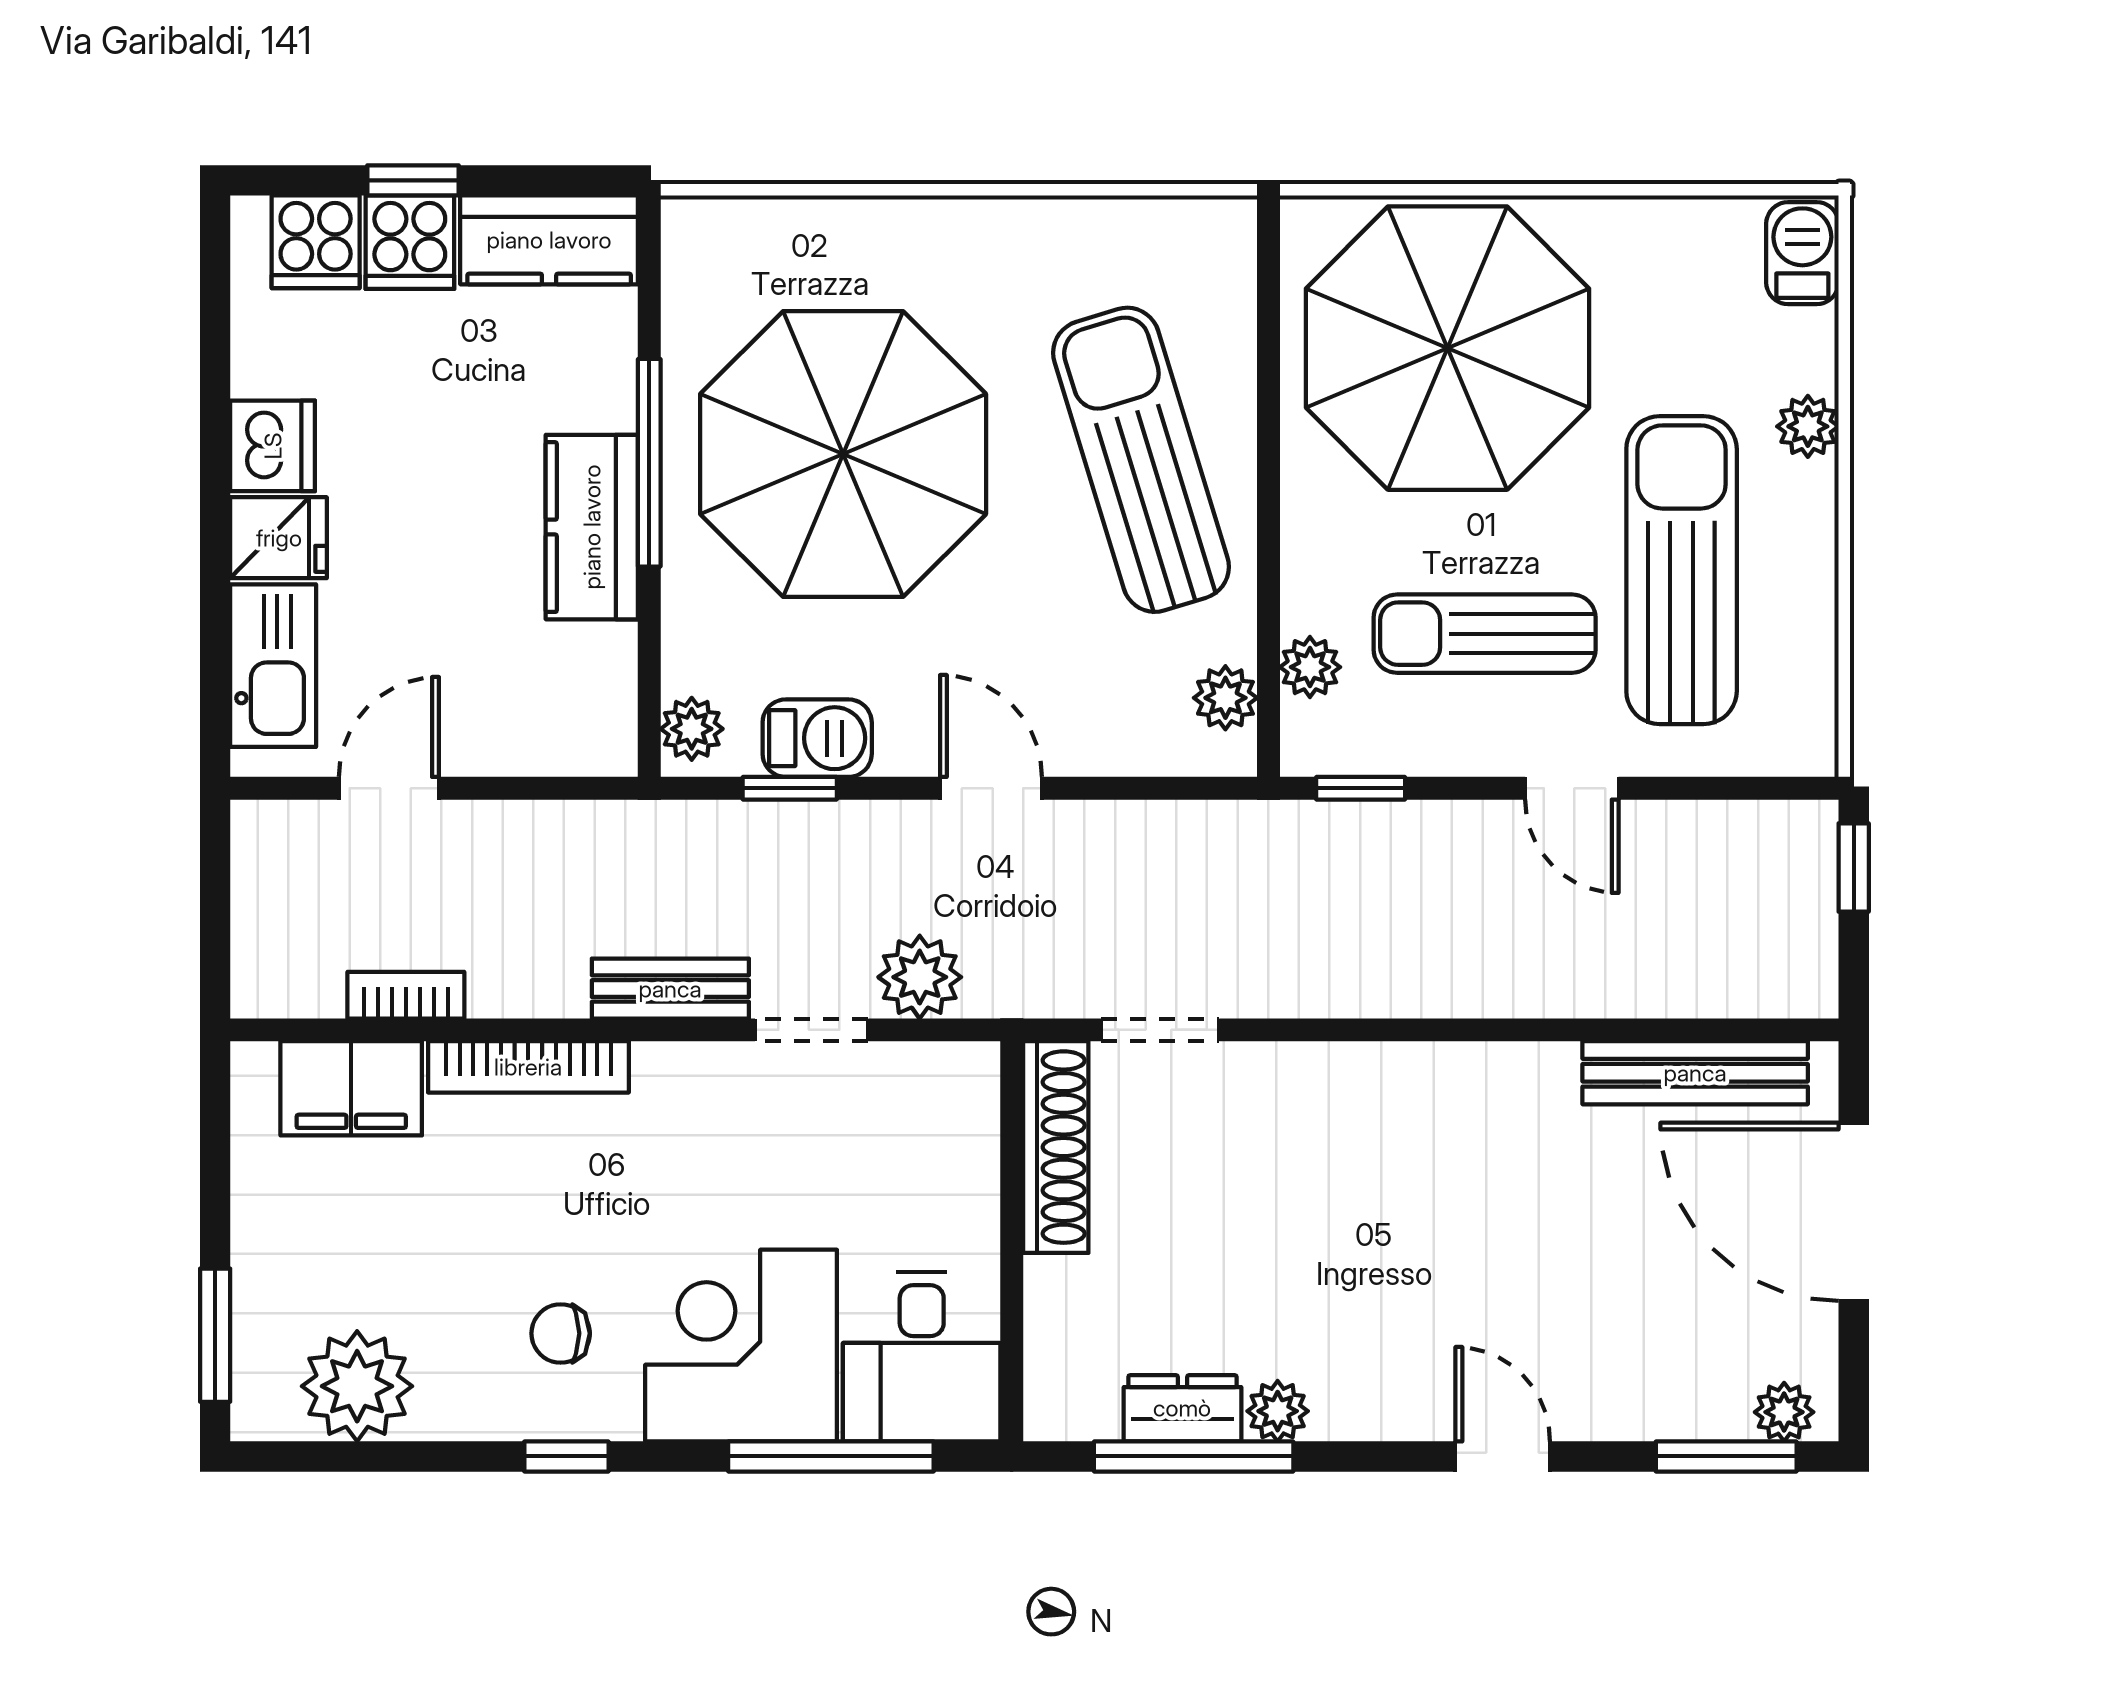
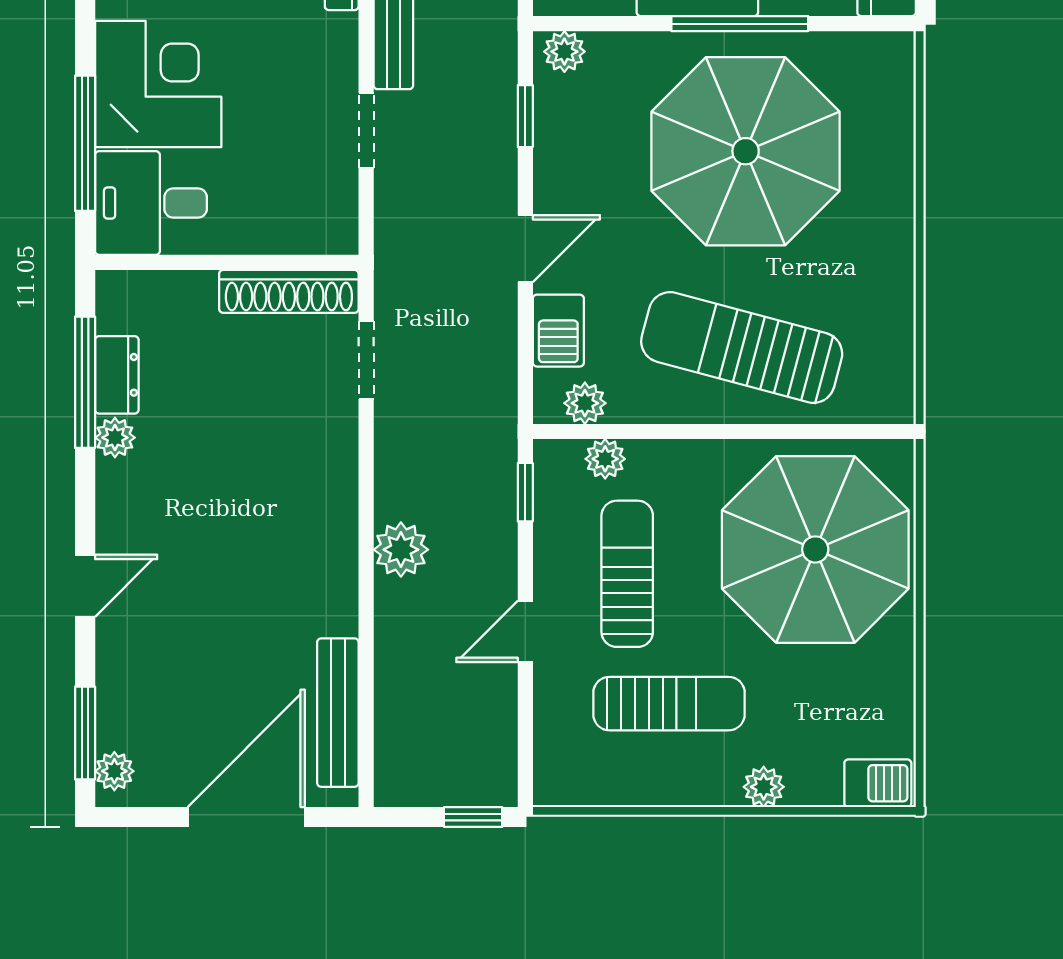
sun lounger: (1141, 460) -> (742, 348), turned -148
sun lounger: (1682, 570) -> (669, 704), width x0.73, depth x0.75
barbecue: (817, 738) -> (558, 331), moved
plant: (920, 977) -> (401, 550), moved

